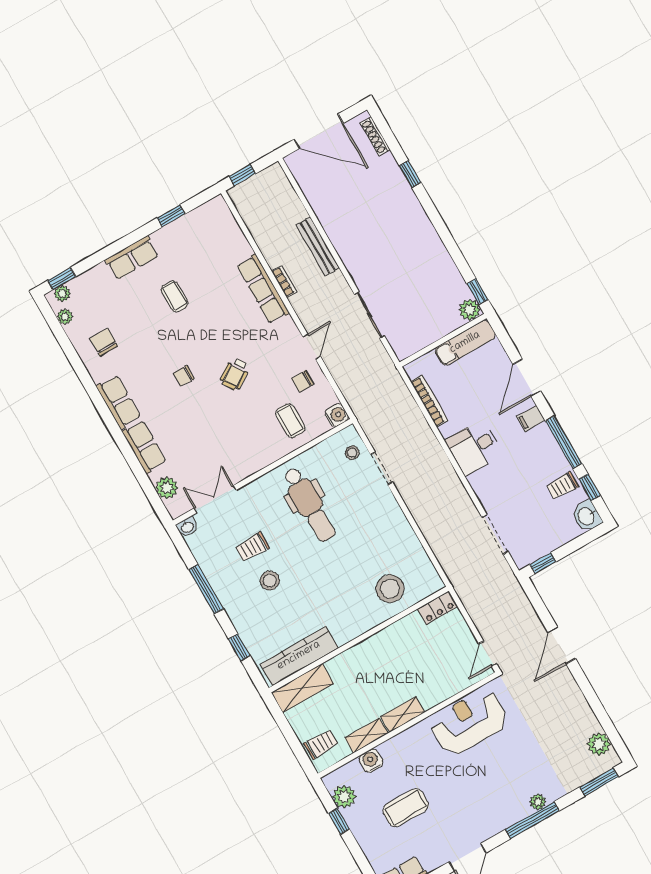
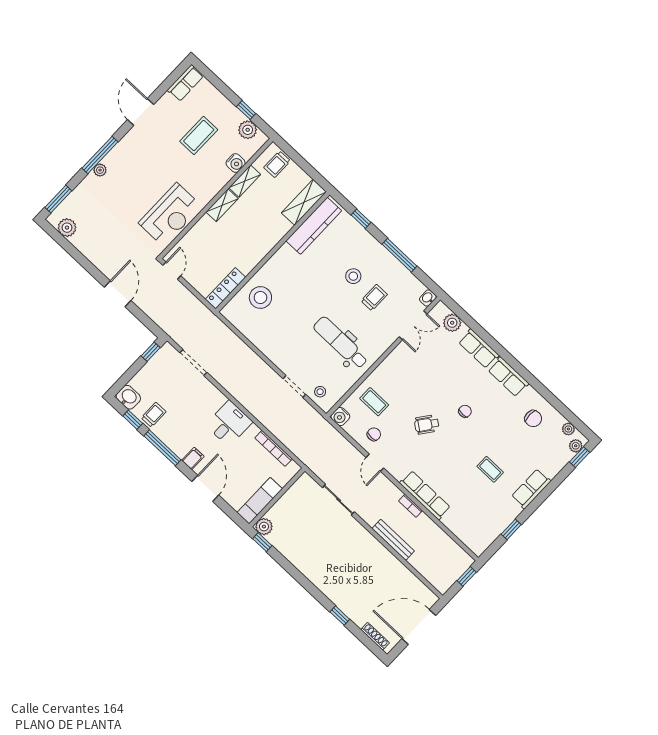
wheelchair: (235, 374) -> (427, 425), turned -110
locker: (437, 608) -> (225, 288), width x1.53

